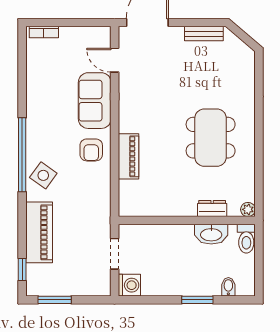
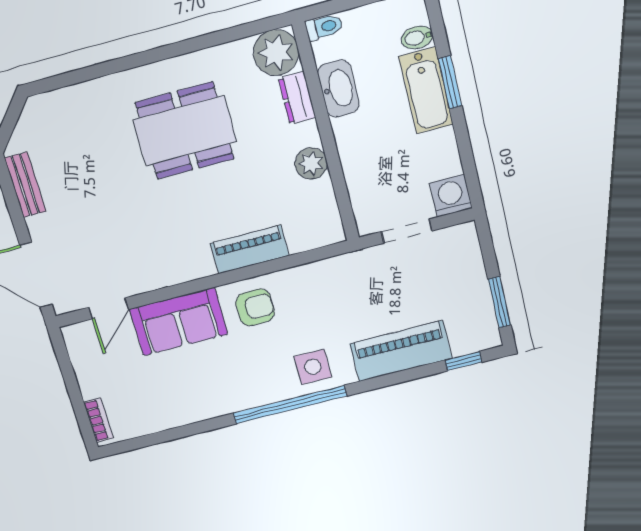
side table: (43, 175) -> (313, 367), turned -36
plant: (171, 207) -> (311, 163), added
plant: (248, 209) -> (276, 52), width x1.88, depth x1.88
toilet: (246, 239) -> (324, 27), width x0.73, depth x0.72
bathtub: (196, 285) -> (426, 91), added

